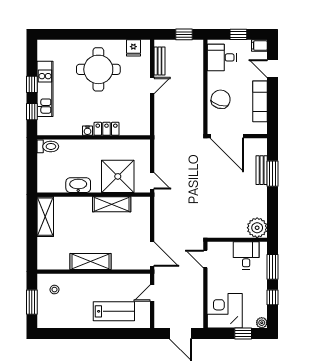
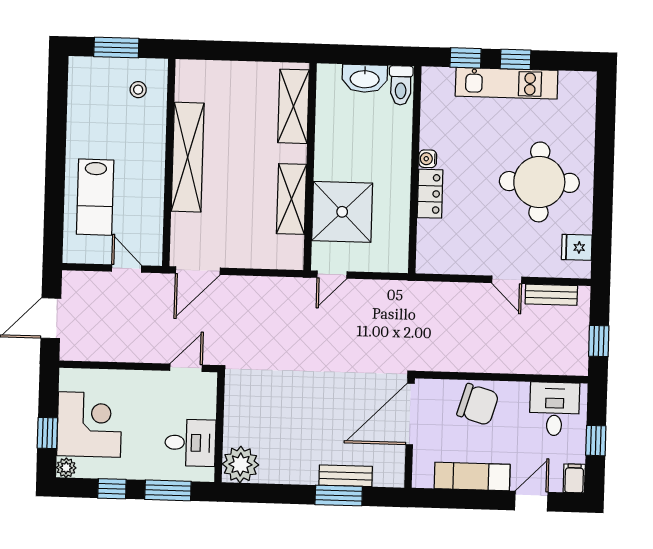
washbasin: (78, 185) -> (365, 78), moved, turned 90
shelving: (45, 217) -> (294, 106), moved, turned 90
shelving: (91, 262) -> (188, 157), width x1.47
corner desk: (225, 311) -> (89, 425), moved

